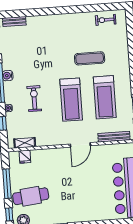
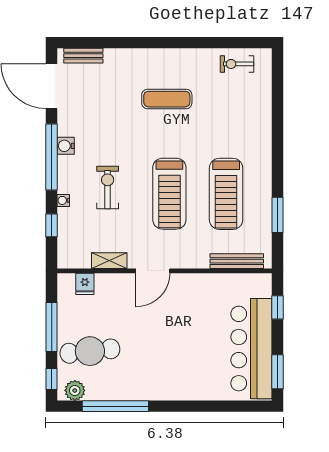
exercise mat: (90, 58) -> (167, 99), moved
shelving: (25, 143) -> (109, 261), moved
door: (80, 145) -> (153, 271), moved

